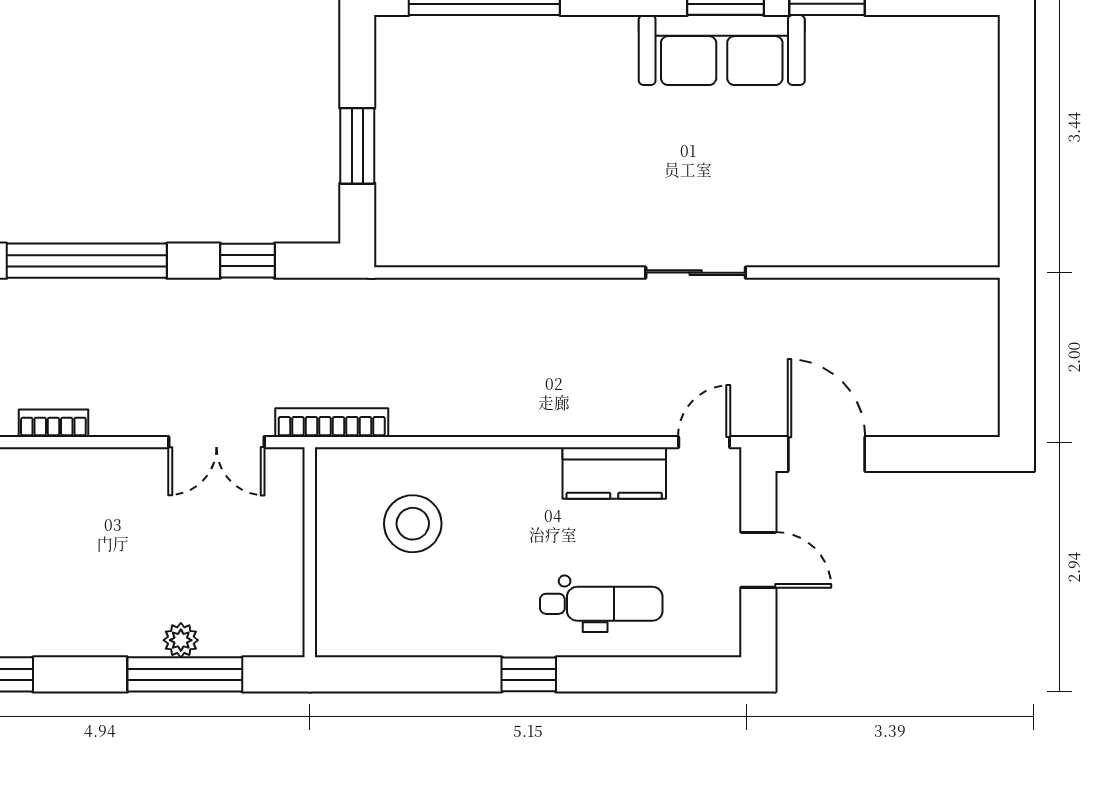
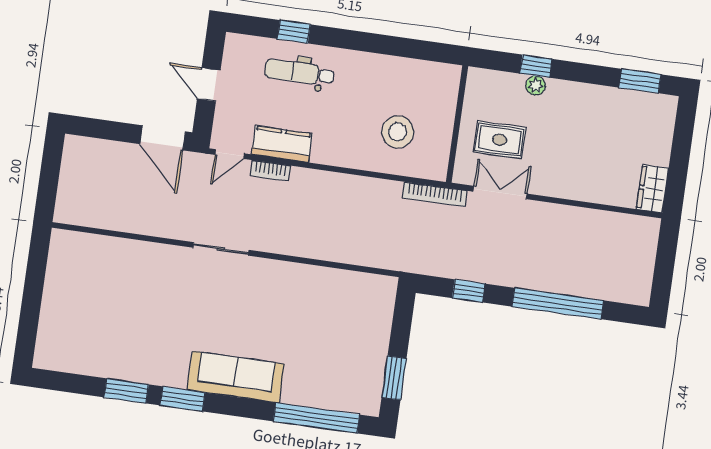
sofa: (722, 50) -> (236, 377), moved
window: (357, 146) -> (394, 378), moved
bookcase: (53, 423) -> (270, 171), moved
rug: (230, 535) -> (500, 140), added
window: (185, 674) -> (536, 66), width x0.46
window: (529, 674) -> (294, 32), moved

